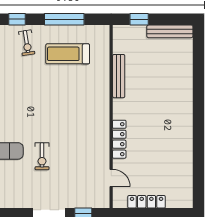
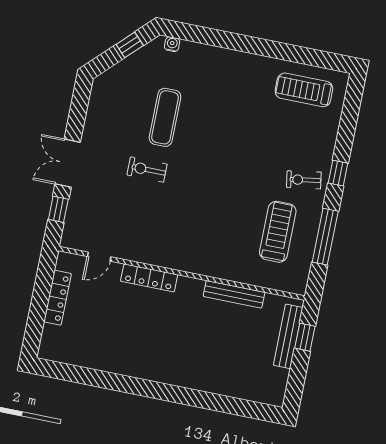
bench: (170, 31) -> (288, 336), moved

